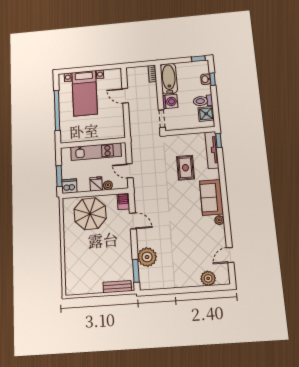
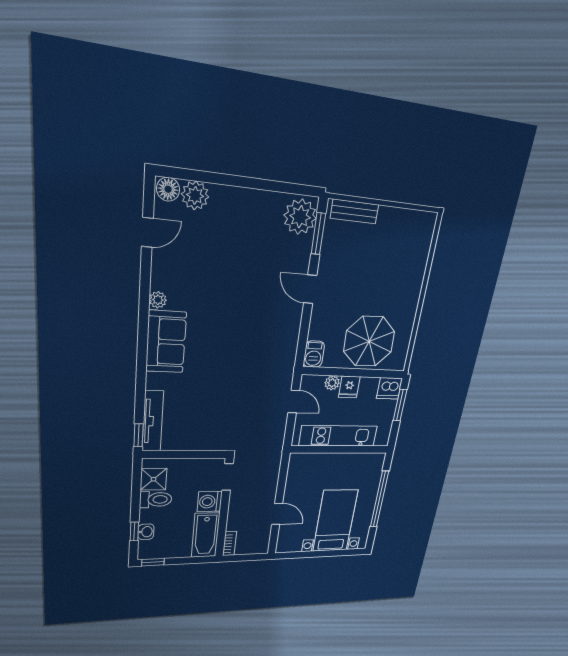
rug: (185, 168) -> (203, 397), removed
door: (133, 221) -> (310, 289), moved
plant: (147, 257) -> (300, 217), moved
floor lamp: (223, 279) -> (168, 189), added

